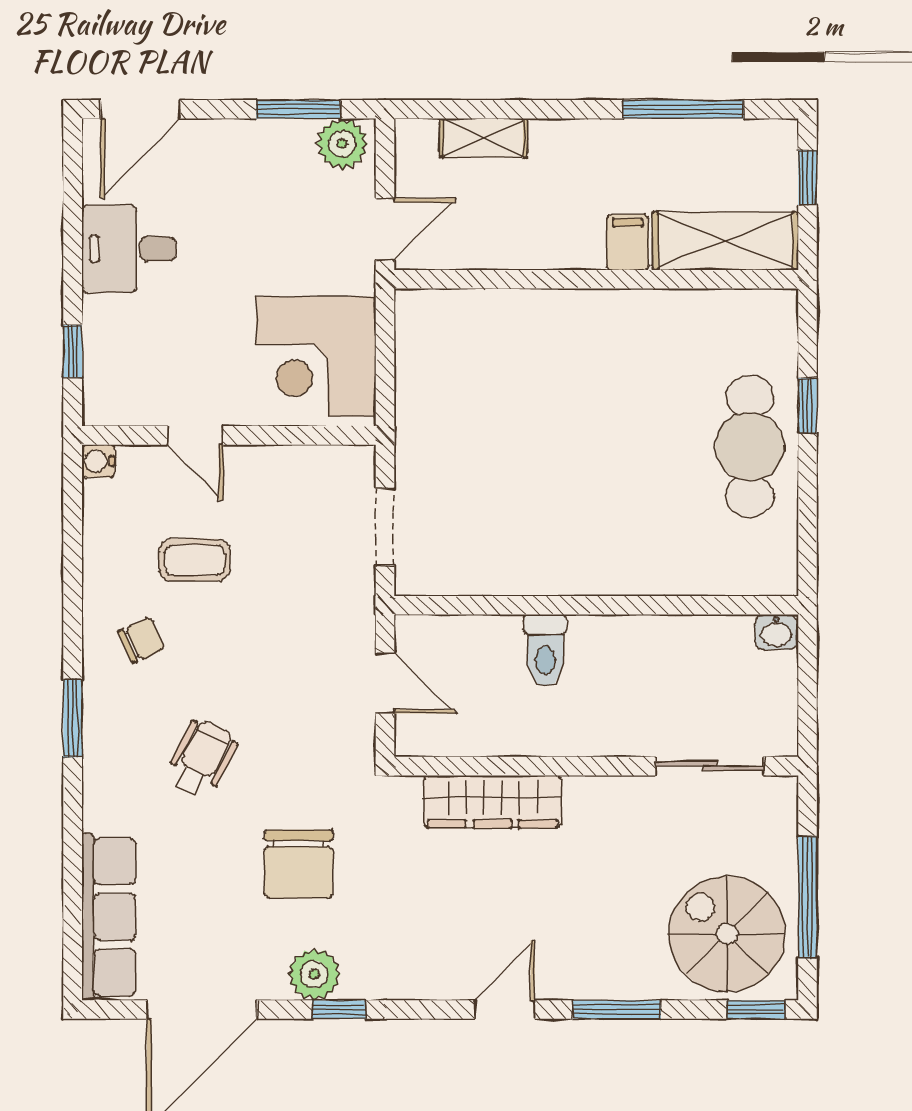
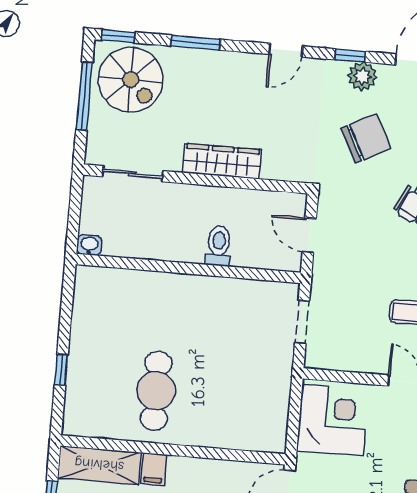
cafe table: (750, 446) -> (156, 391), moved
wardrobe: (492, 802) -> (222, 161), moved
chair: (299, 864) -> (366, 138), turned 63
door: (505, 1010) -> (286, 50), moved

